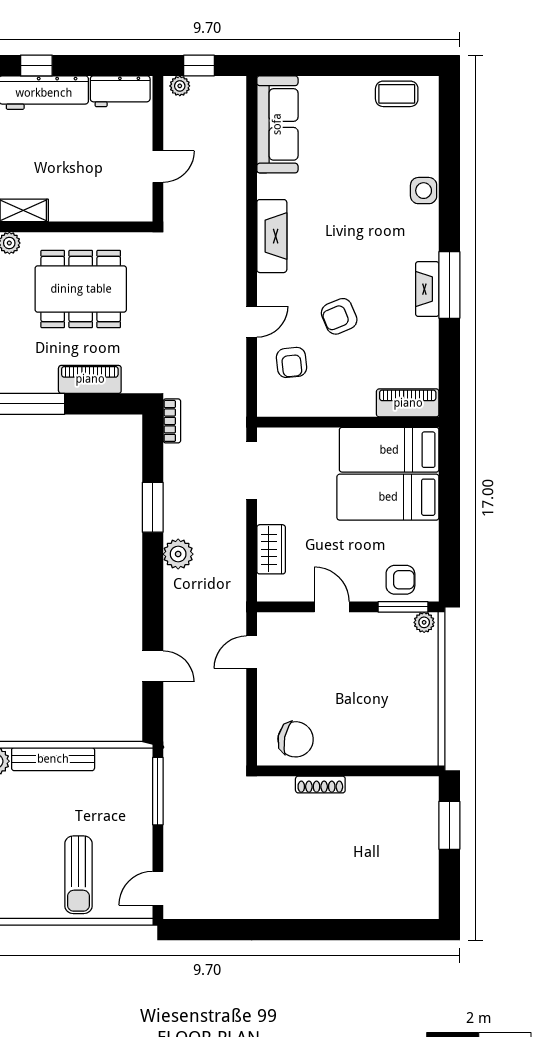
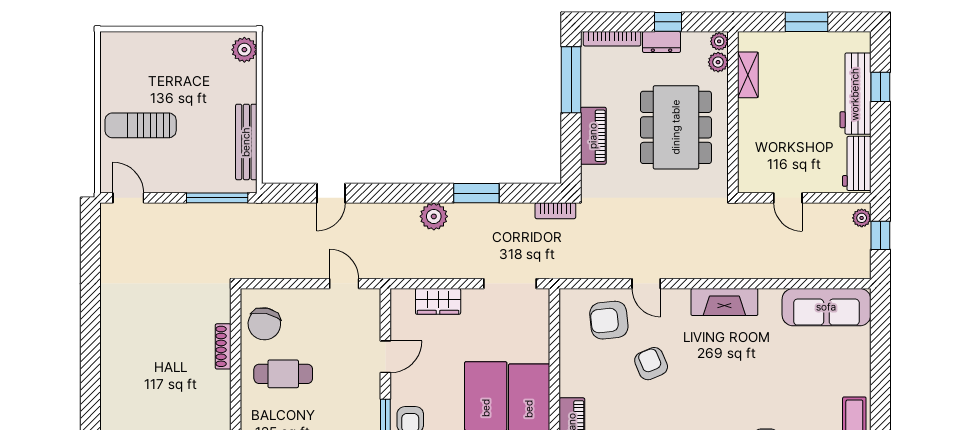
armchair: (292, 362) -> (609, 320), width x1.38, depth x1.38
cafe table: (350, 719) -> (283, 374), added
bench: (53, 759) -> (246, 142), moved

